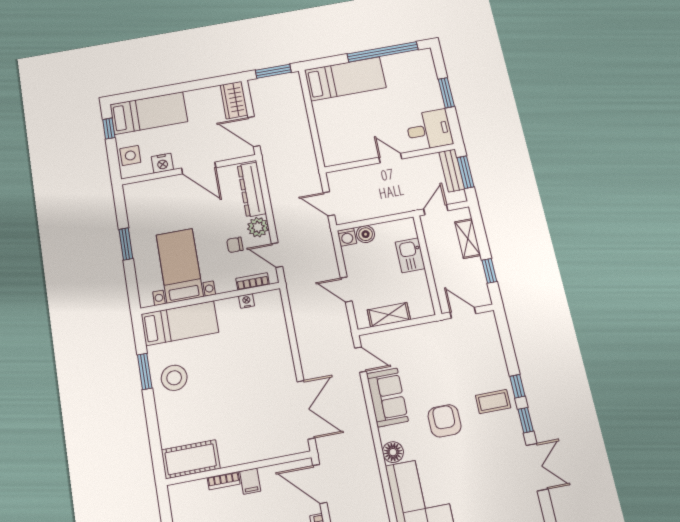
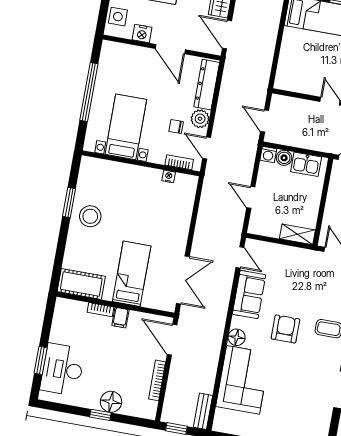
window: (126, 244) -> (89, 92), width x2.11
kitchen sink: (410, 255) -> (306, 164), moved, turned -90
shelving: (389, 315) -> (297, 234), moved
bed: (180, 323) -> (132, 274), moved, turned -90

